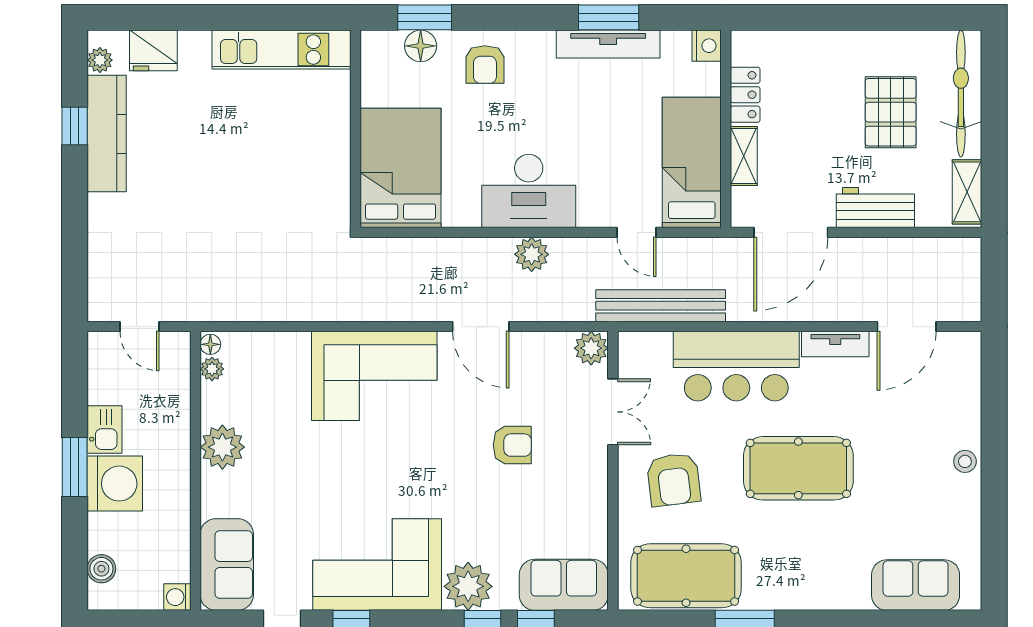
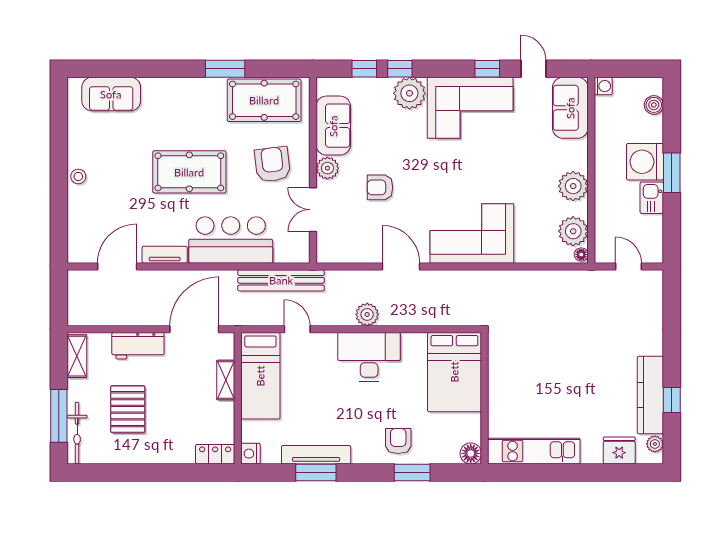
window: (425, 17) -> (412, 472), moved
floor lamp: (421, 46) -> (471, 453), moved
bicycle: (961, 94) -> (77, 433), width x0.73, depth x0.71
locker: (745, 95) -> (215, 454), moved, turned 90
window: (994, 102) -> (59, 416), added
plant: (591, 348) -> (327, 168), moved
plant: (212, 369) -> (573, 231), width x1.87, depth x1.87
sofa: (564, 585) -> (333, 126), moved, turned -90

